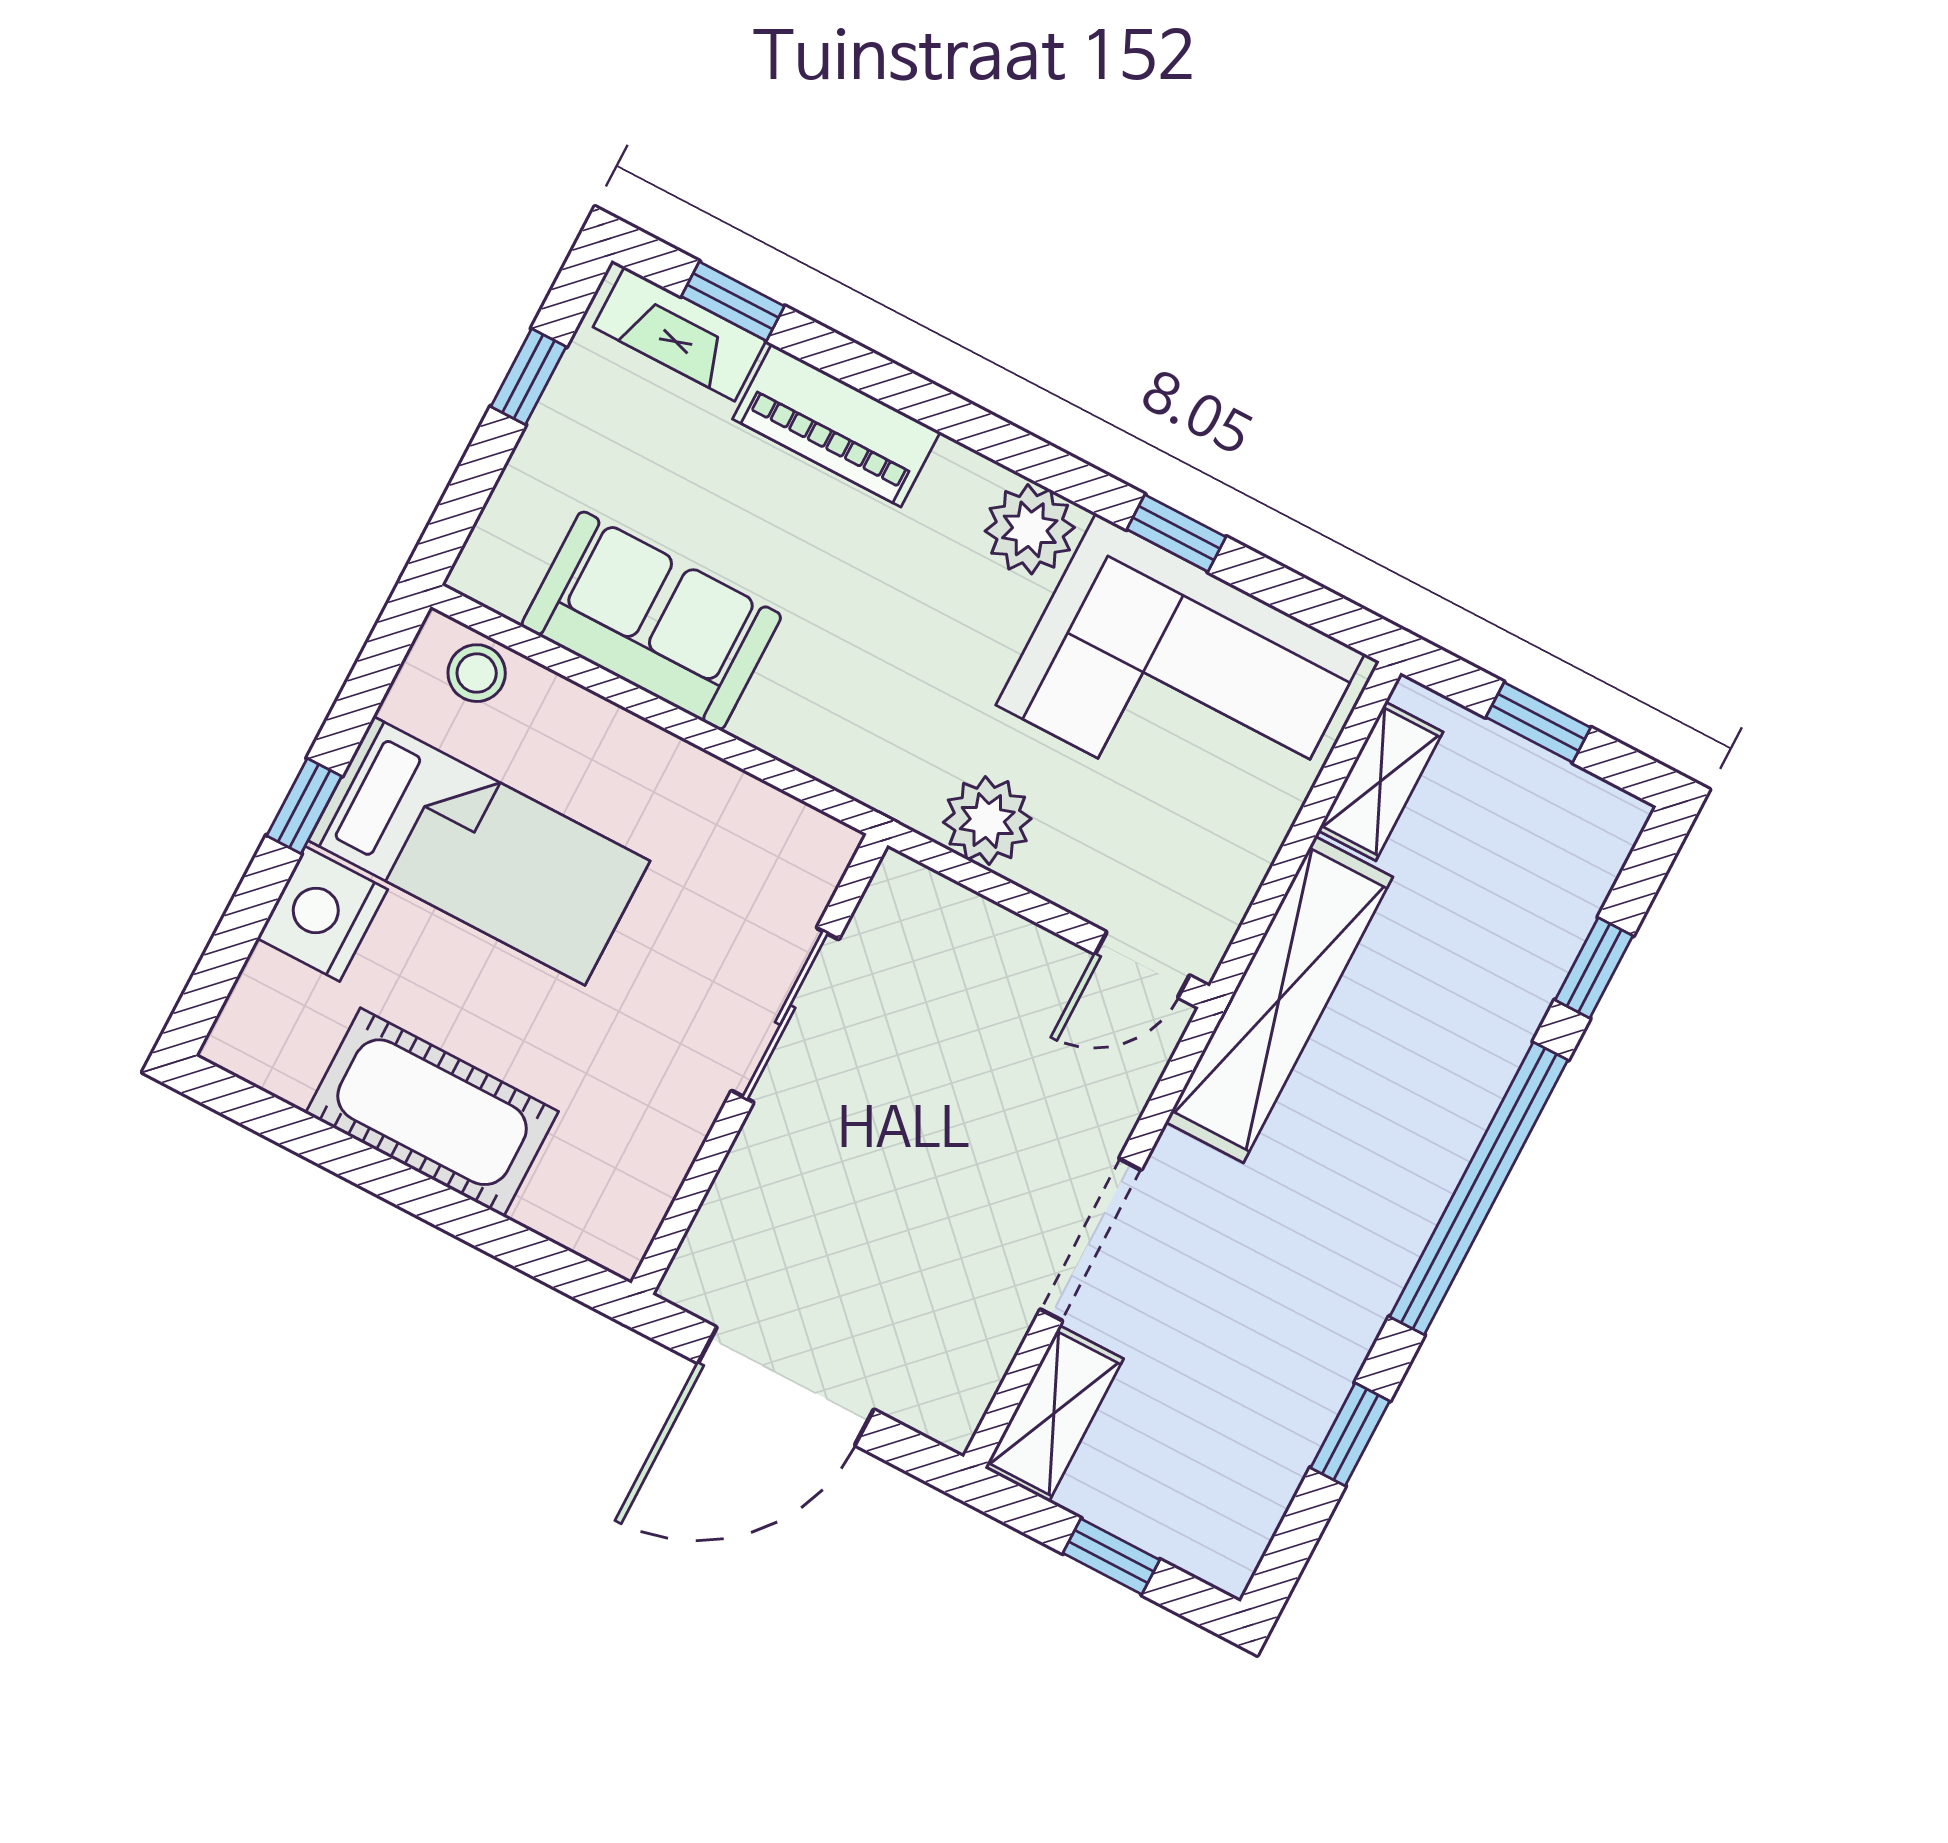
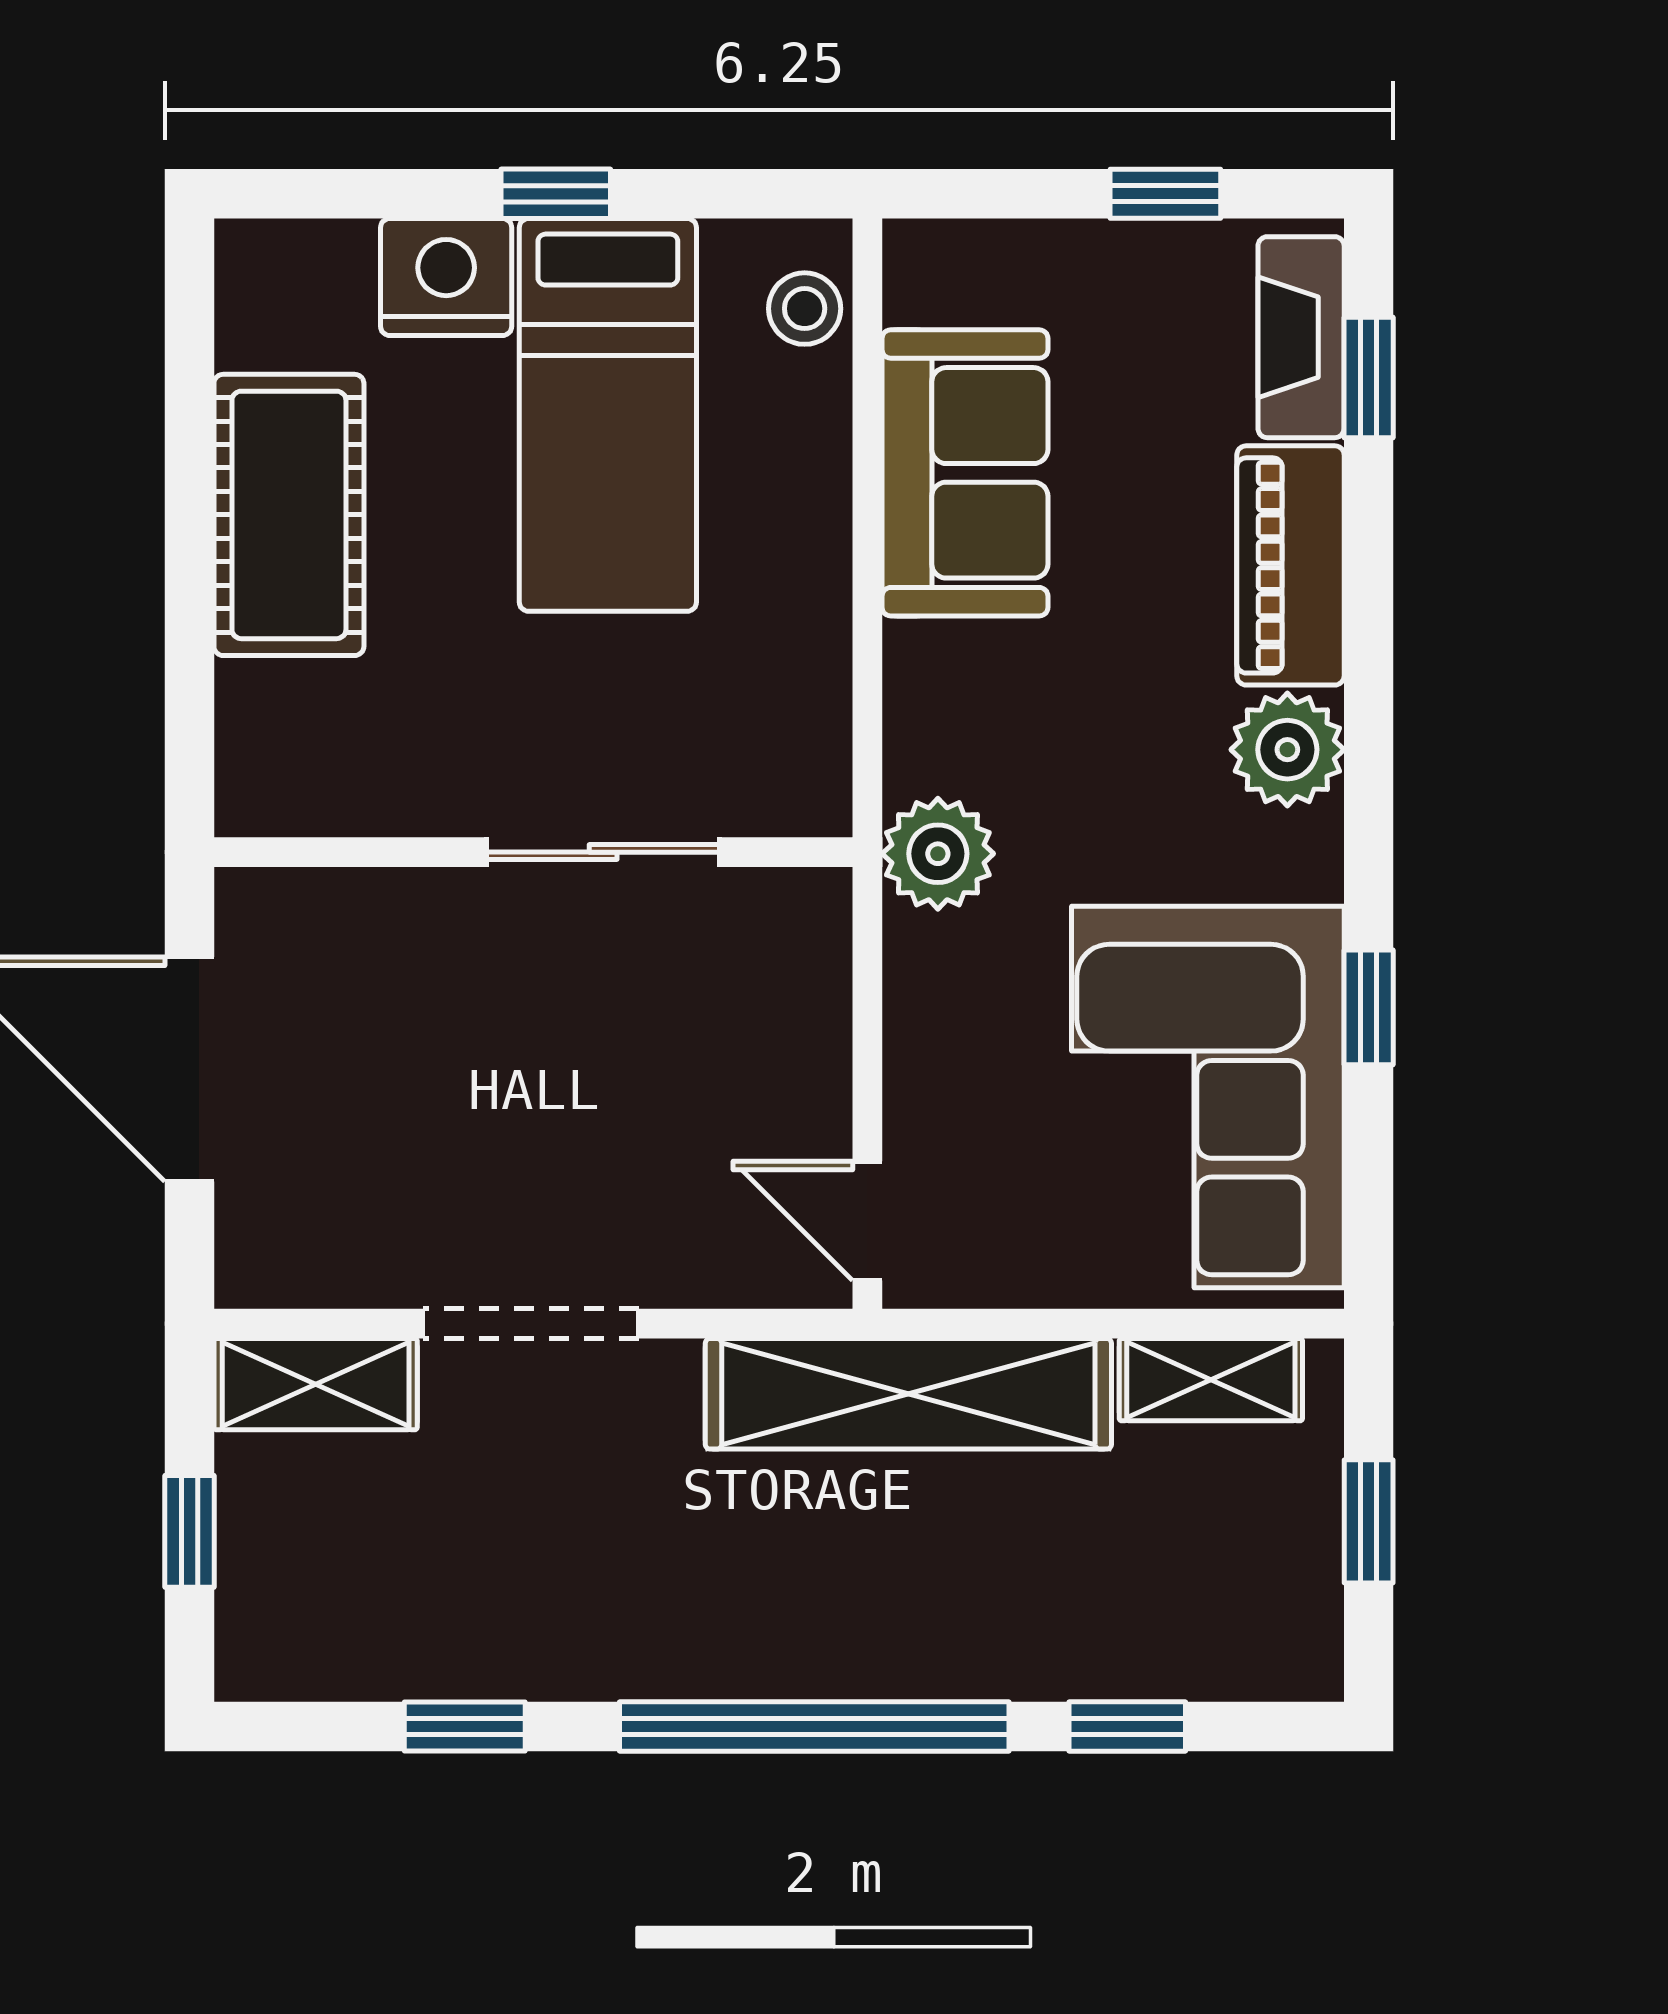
plant: (1030, 529) -> (1287, 750), moved
plant: (987, 820) -> (938, 854), moved

